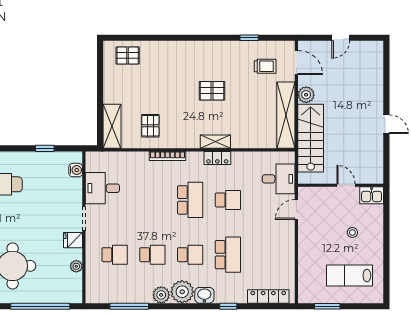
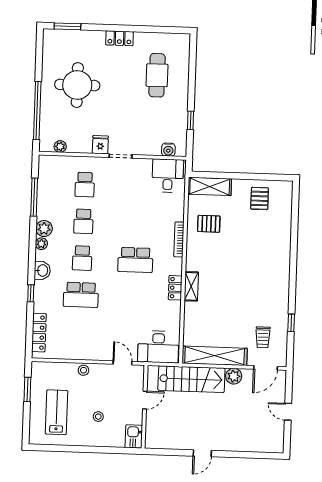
pallet: (128, 56) -> (260, 198), moved
pallet: (212, 91) -> (241, 285), removed
desk: (279, 179) -> (158, 347), width x1.37
door: (346, 185) -> (145, 400), moved
desk: (102, 188) -> (168, 176), moved
school desk: (228, 200) -> (134, 297), removed
stool: (305, 249) -> (83, 370), added
plant: (76, 266) -> (60, 146), moved
plant: (182, 292) -> (41, 244), width x0.53, depth x0.53

